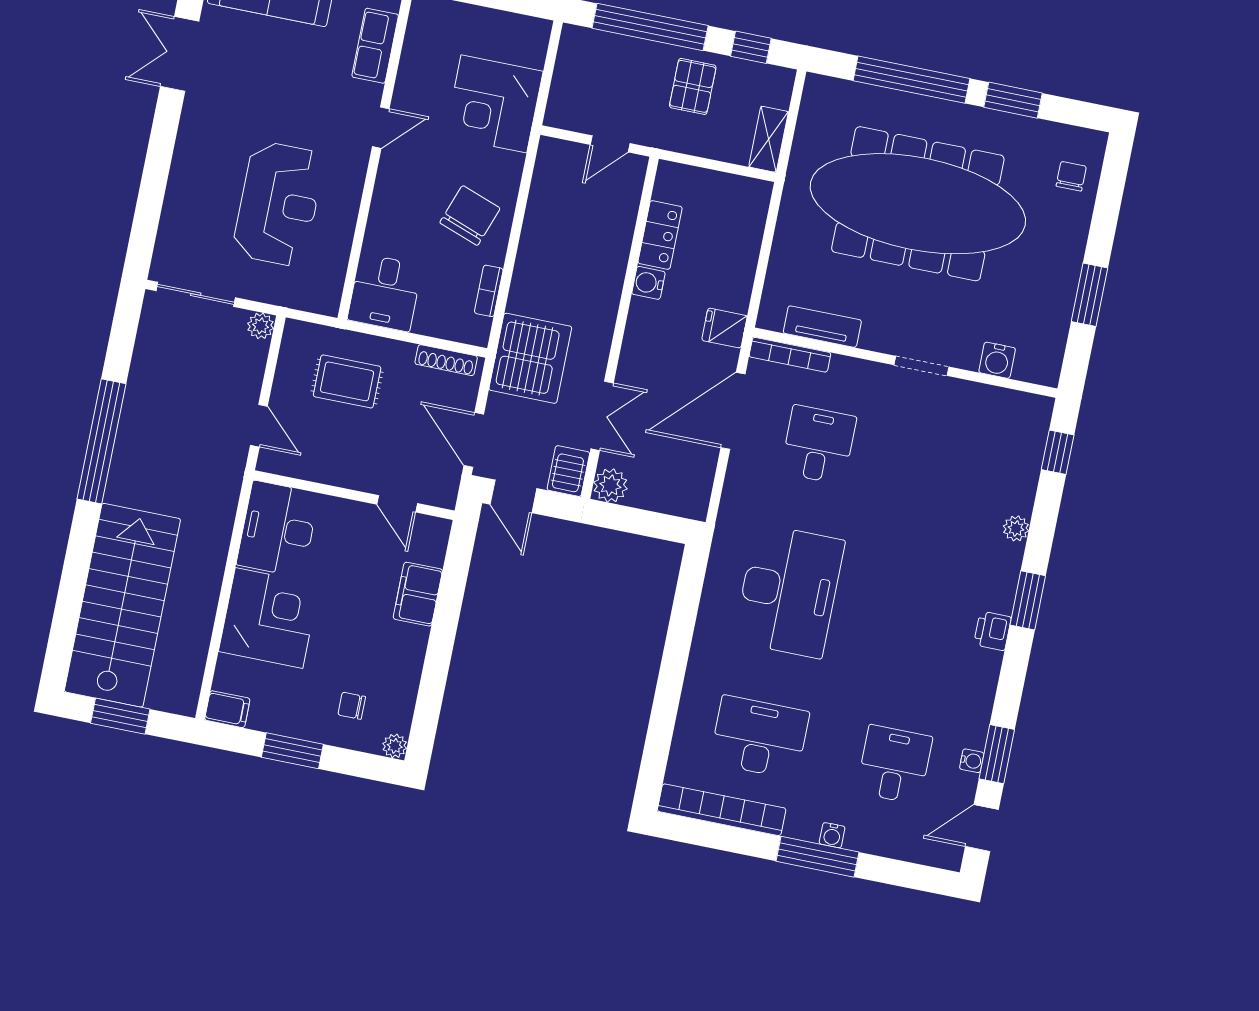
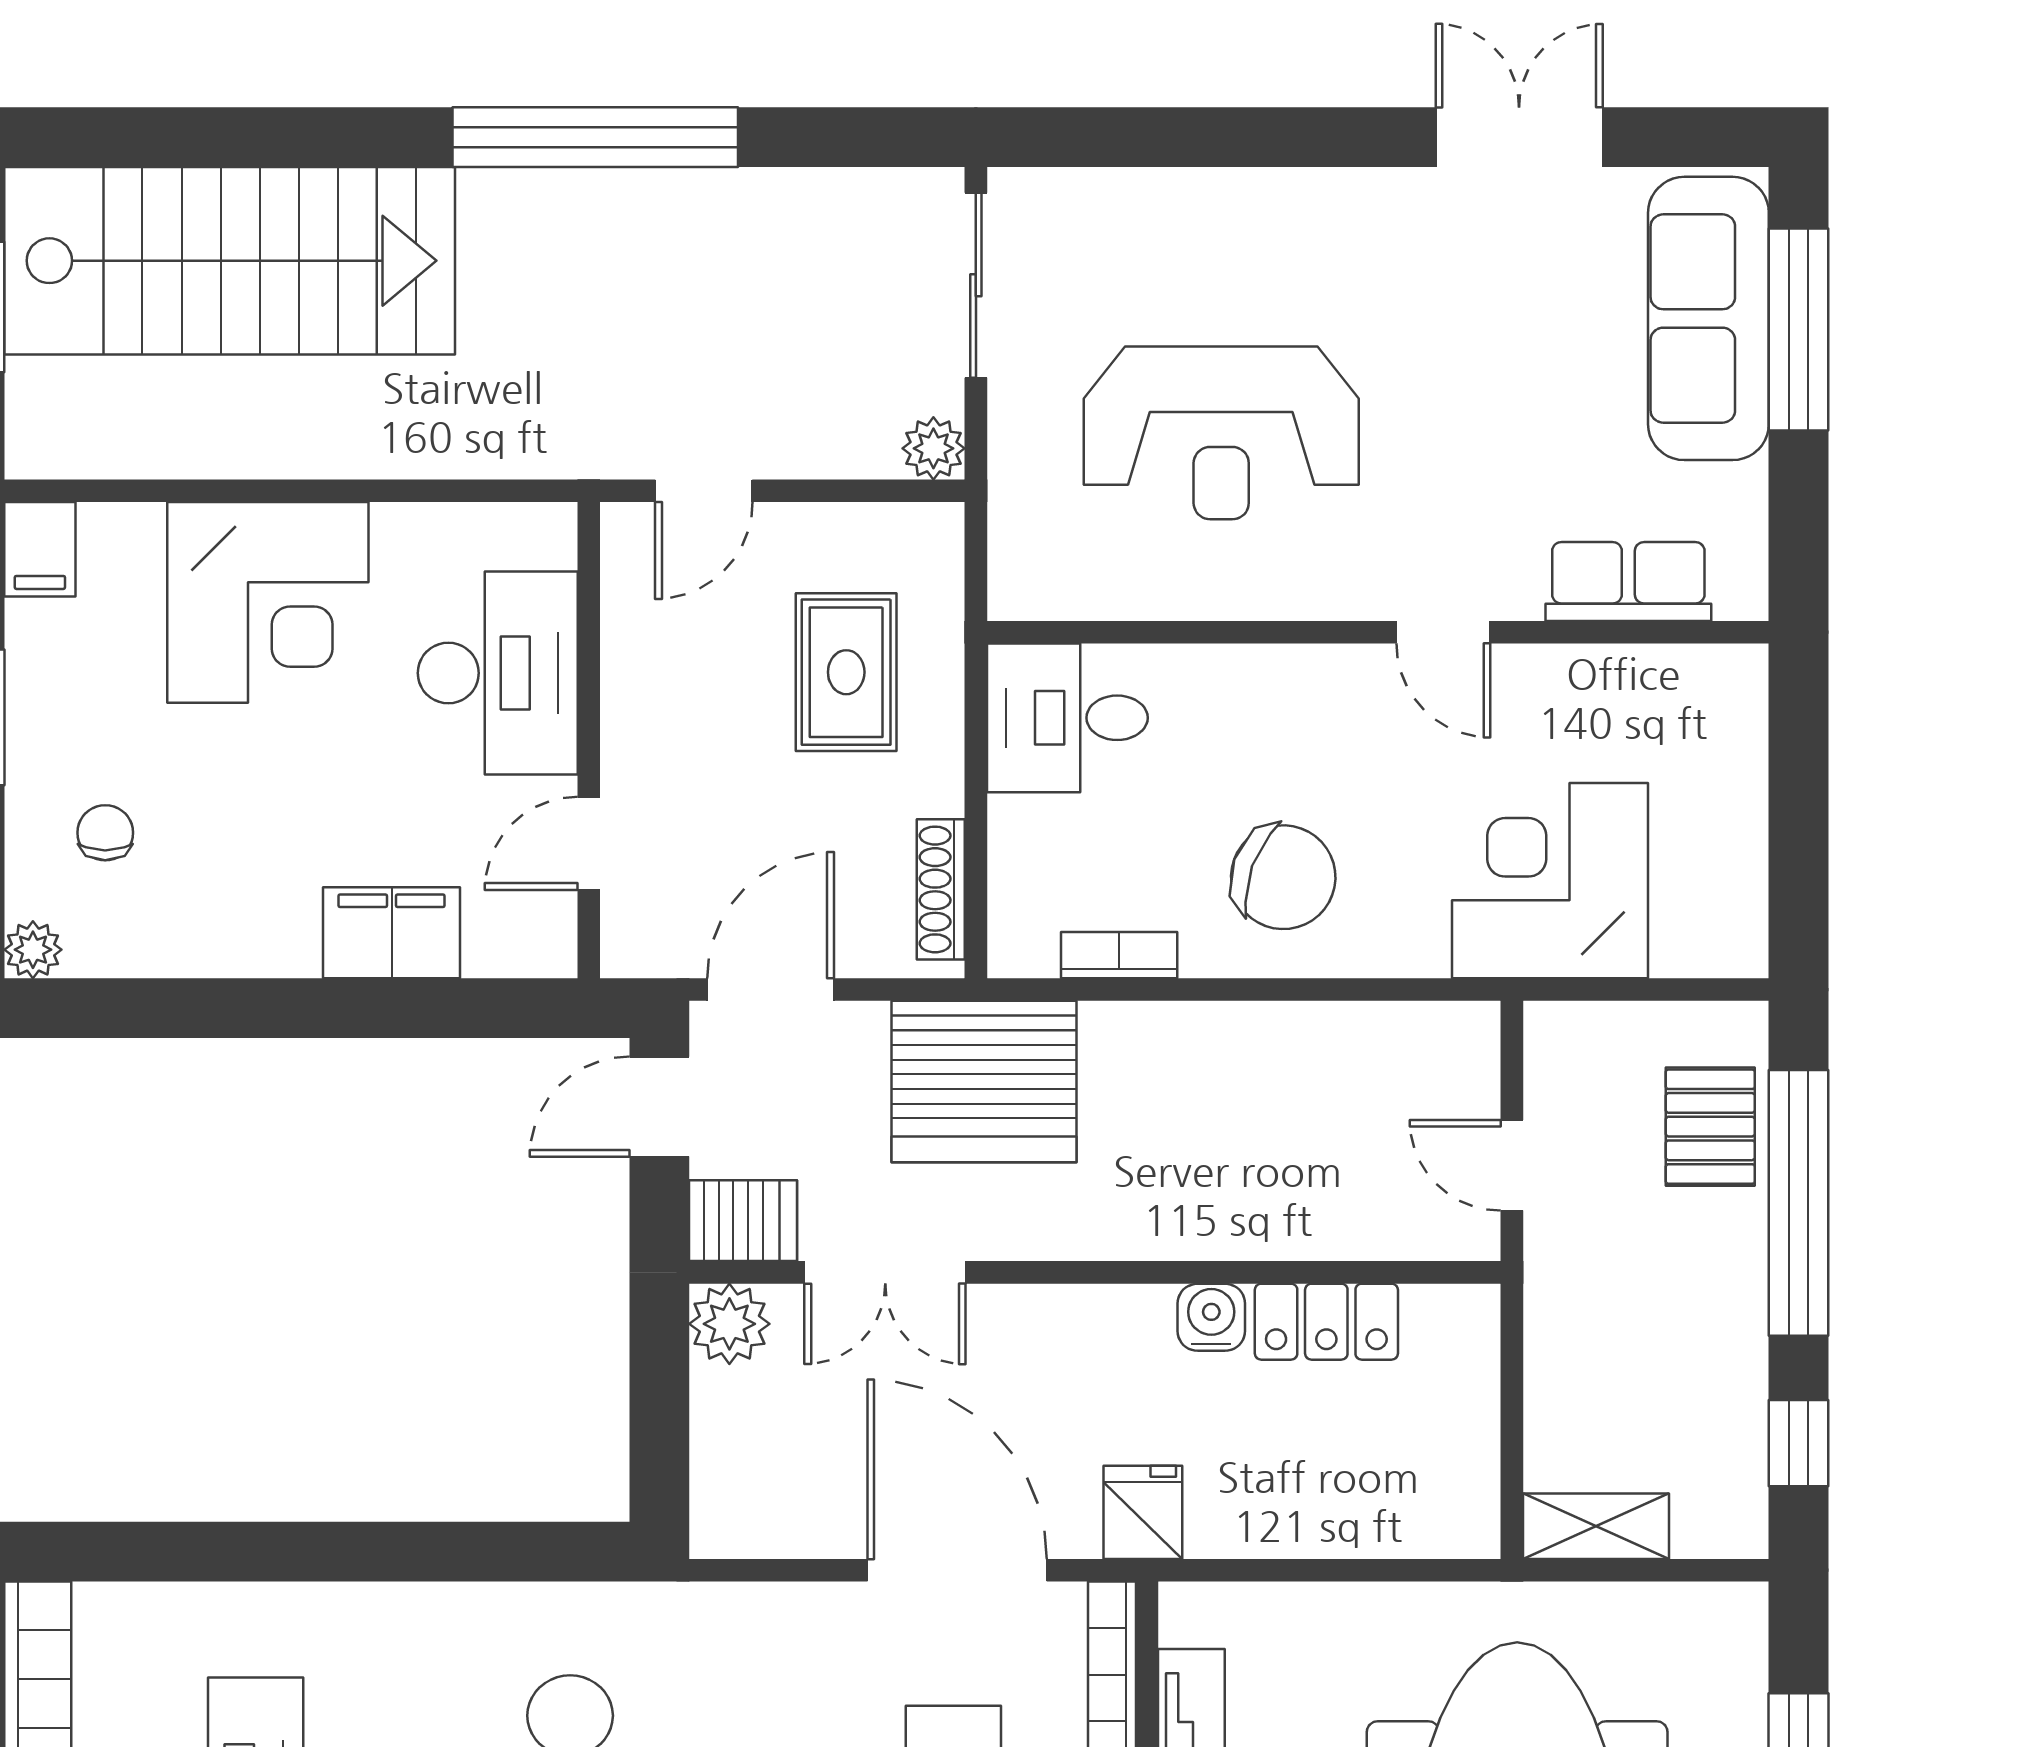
pallet: (693, 86) -> (1710, 1127), moved, turned 90
desk: (278, 529) -> (498, 673), moved, turned 90

